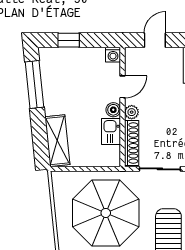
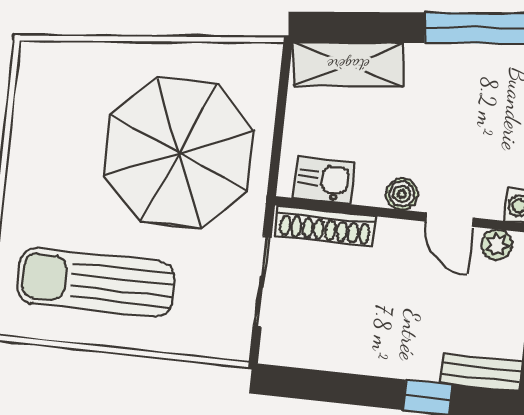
plant: (132, 112) -> (497, 245), moved
kitchen sink: (111, 131) -> (324, 180), moved

